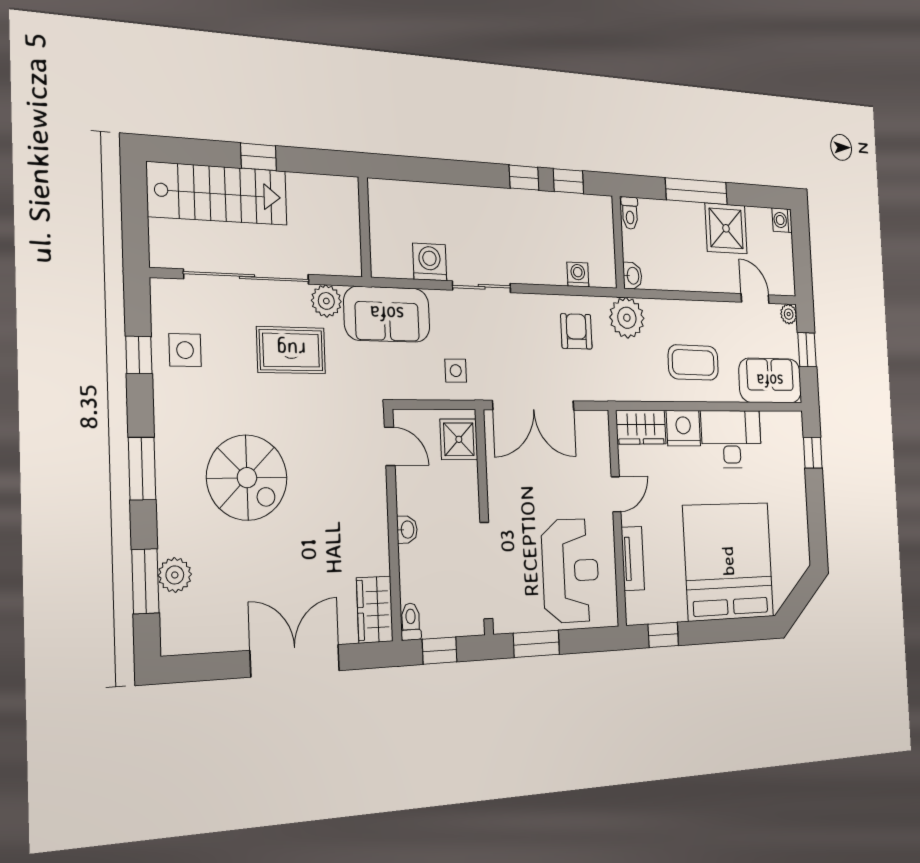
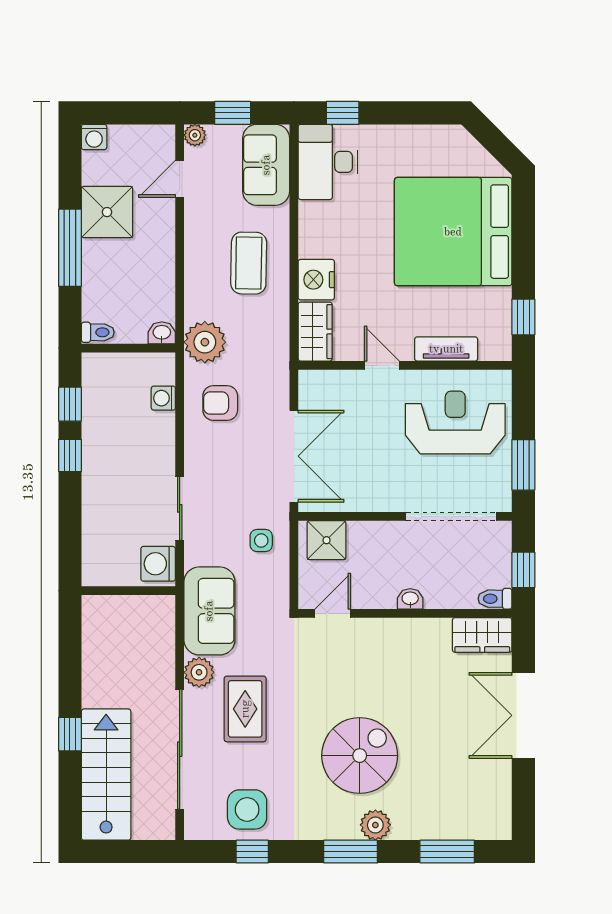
wall: (365, 227) -> (128, 591), moved
side table: (185, 350) -> (247, 809), width x1.37, depth x1.37
desk: (731, 439) -> (328, 162), moved
plant: (175, 575) -> (375, 825), moved

